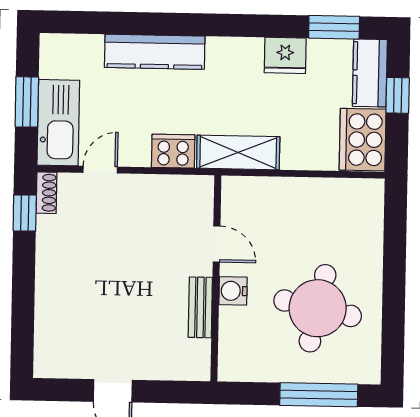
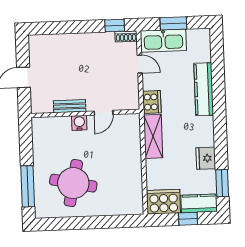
door: (217, 244) -> (103, 113), moved
wall: (216, 278) -> (85, 113), moved
water cooler: (233, 291) -> (79, 123), moved
bench: (200, 307) -> (70, 106), moved

